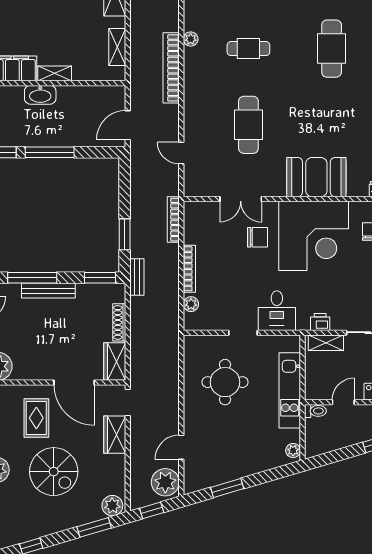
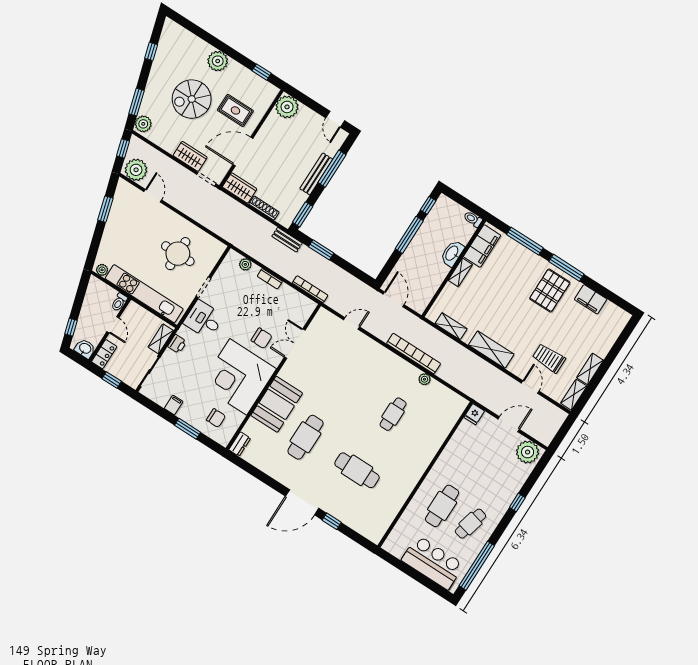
cafe table: (248, 125) -> (305, 437), moved, turned 90
chair: (257, 237) -> (262, 338), turned -90
bookcase: (189, 269) -> (270, 279), width x0.64
kitchen unit: (290, 390) -> (144, 294), width x1.36

